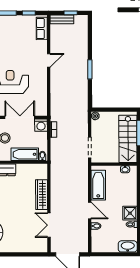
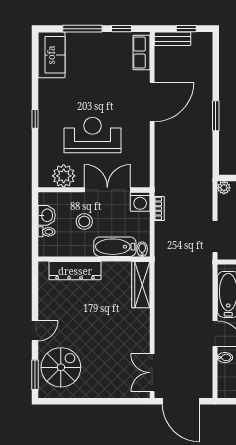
door: (49, 60) -> (152, 102), width x1.87
wardrobe: (42, 195) -> (141, 285), moved
double door: (49, 225) -> (152, 373), moved

